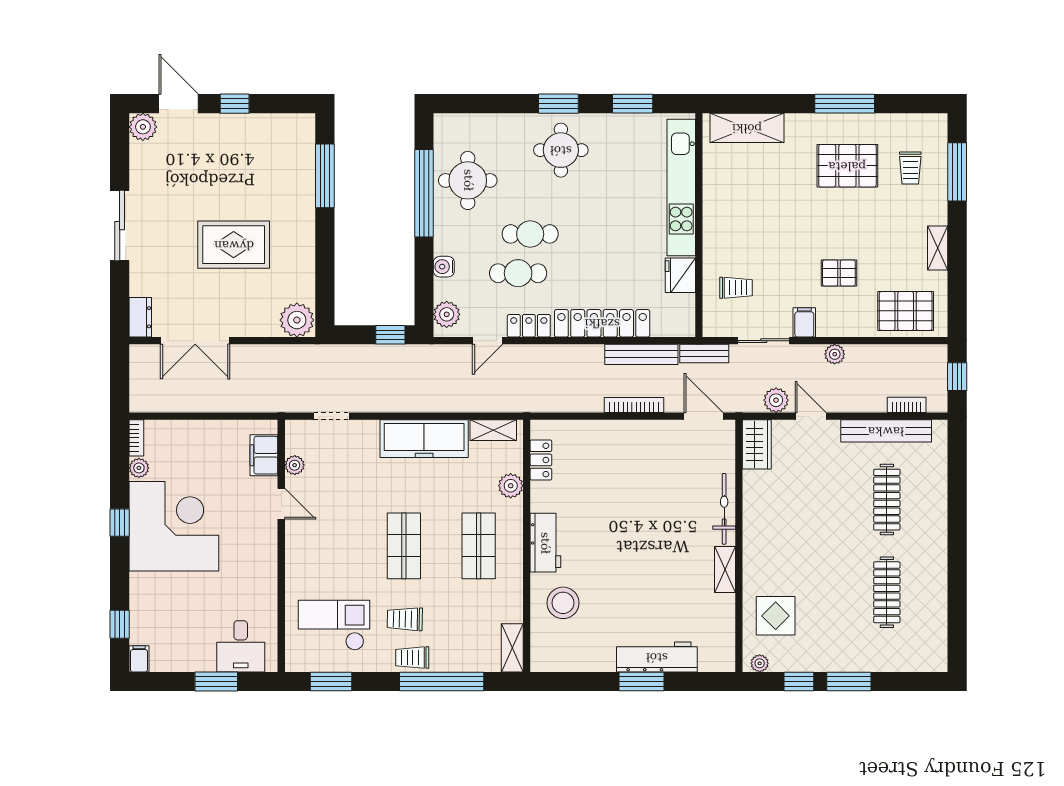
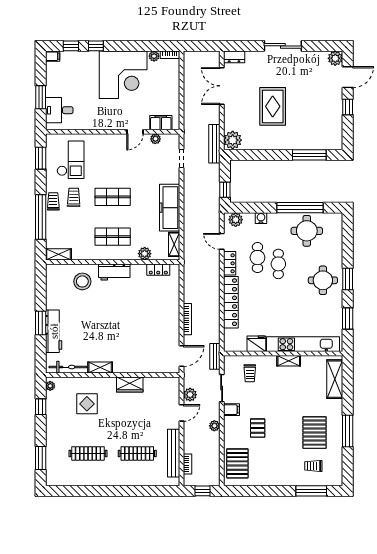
shelving: (938, 248) -> (289, 361), moved
bench: (641, 354) -> (214, 144), moved
wardrobe: (757, 444) -> (130, 384), moved
bicycle: (724, 509) -> (68, 367), moved
window: (120, 523) -> (96, 46), moved
display table: (776, 616) -> (87, 404), moved
window: (849, 682) -> (41, 458), moved

